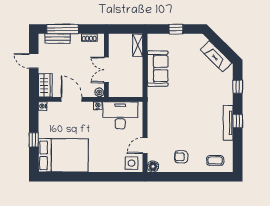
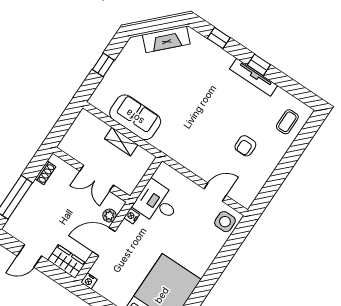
bench: (58, 39) -> (22, 211), removed
shelving: (138, 45) -> (121, 142), moved
plant: (99, 92) -> (109, 216), moved
desk: (120, 115) -> (157, 203), width x0.73
door: (145, 146) -> (215, 192), swing flipped
armchair: (181, 157) -> (245, 146), moved
floor lamp: (153, 166) -> (246, 199), removed

